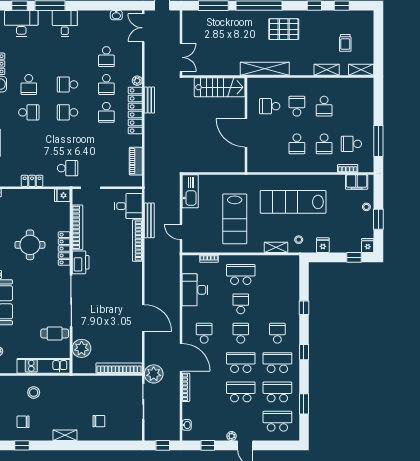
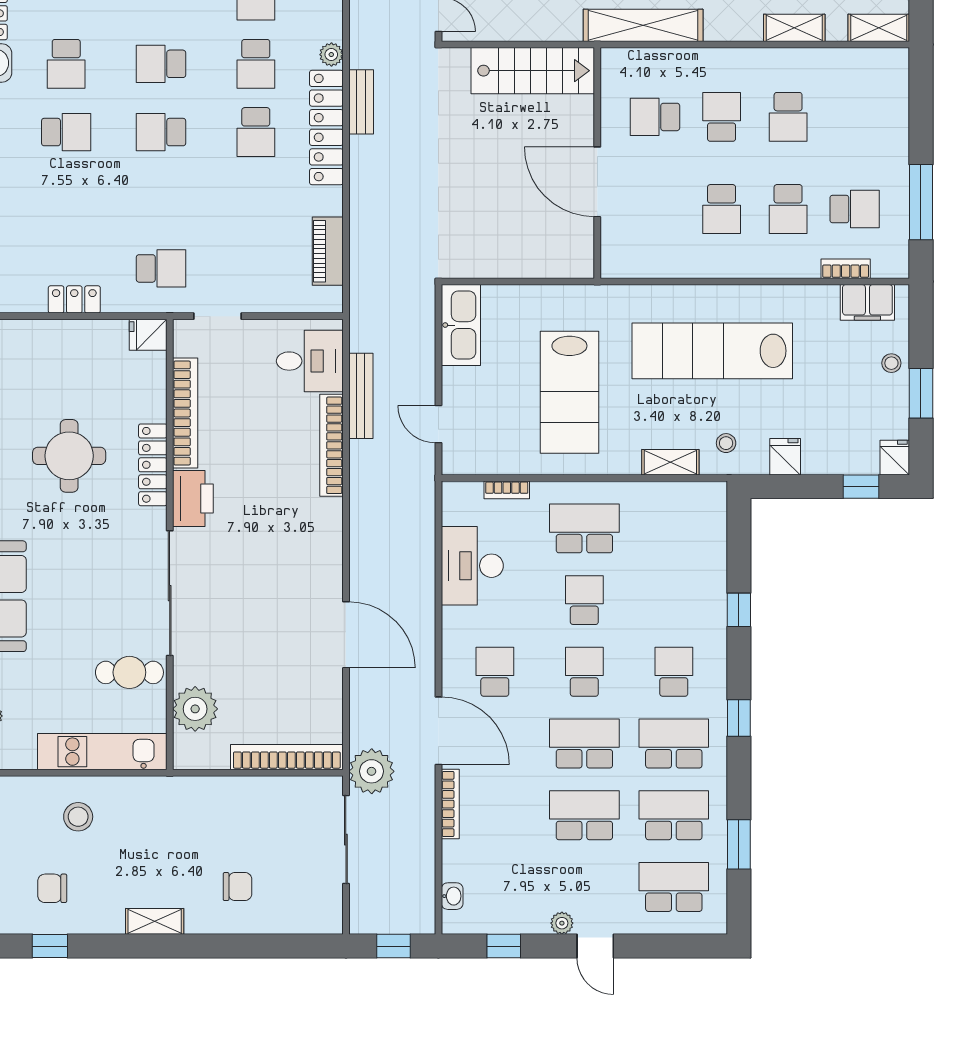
school desk: (351, 144) -> (855, 209), turned 180

